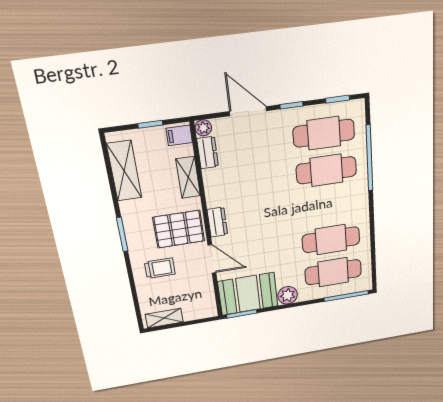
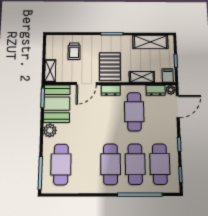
door: (248, 111) -> (178, 107), moved
cafe table: (247, 182) -> (134, 112), added
cafe table: (331, 240) -> (111, 164), moved
trolley: (160, 268) -> (74, 51), moved
shelving: (164, 318) -> (50, 71), moved

